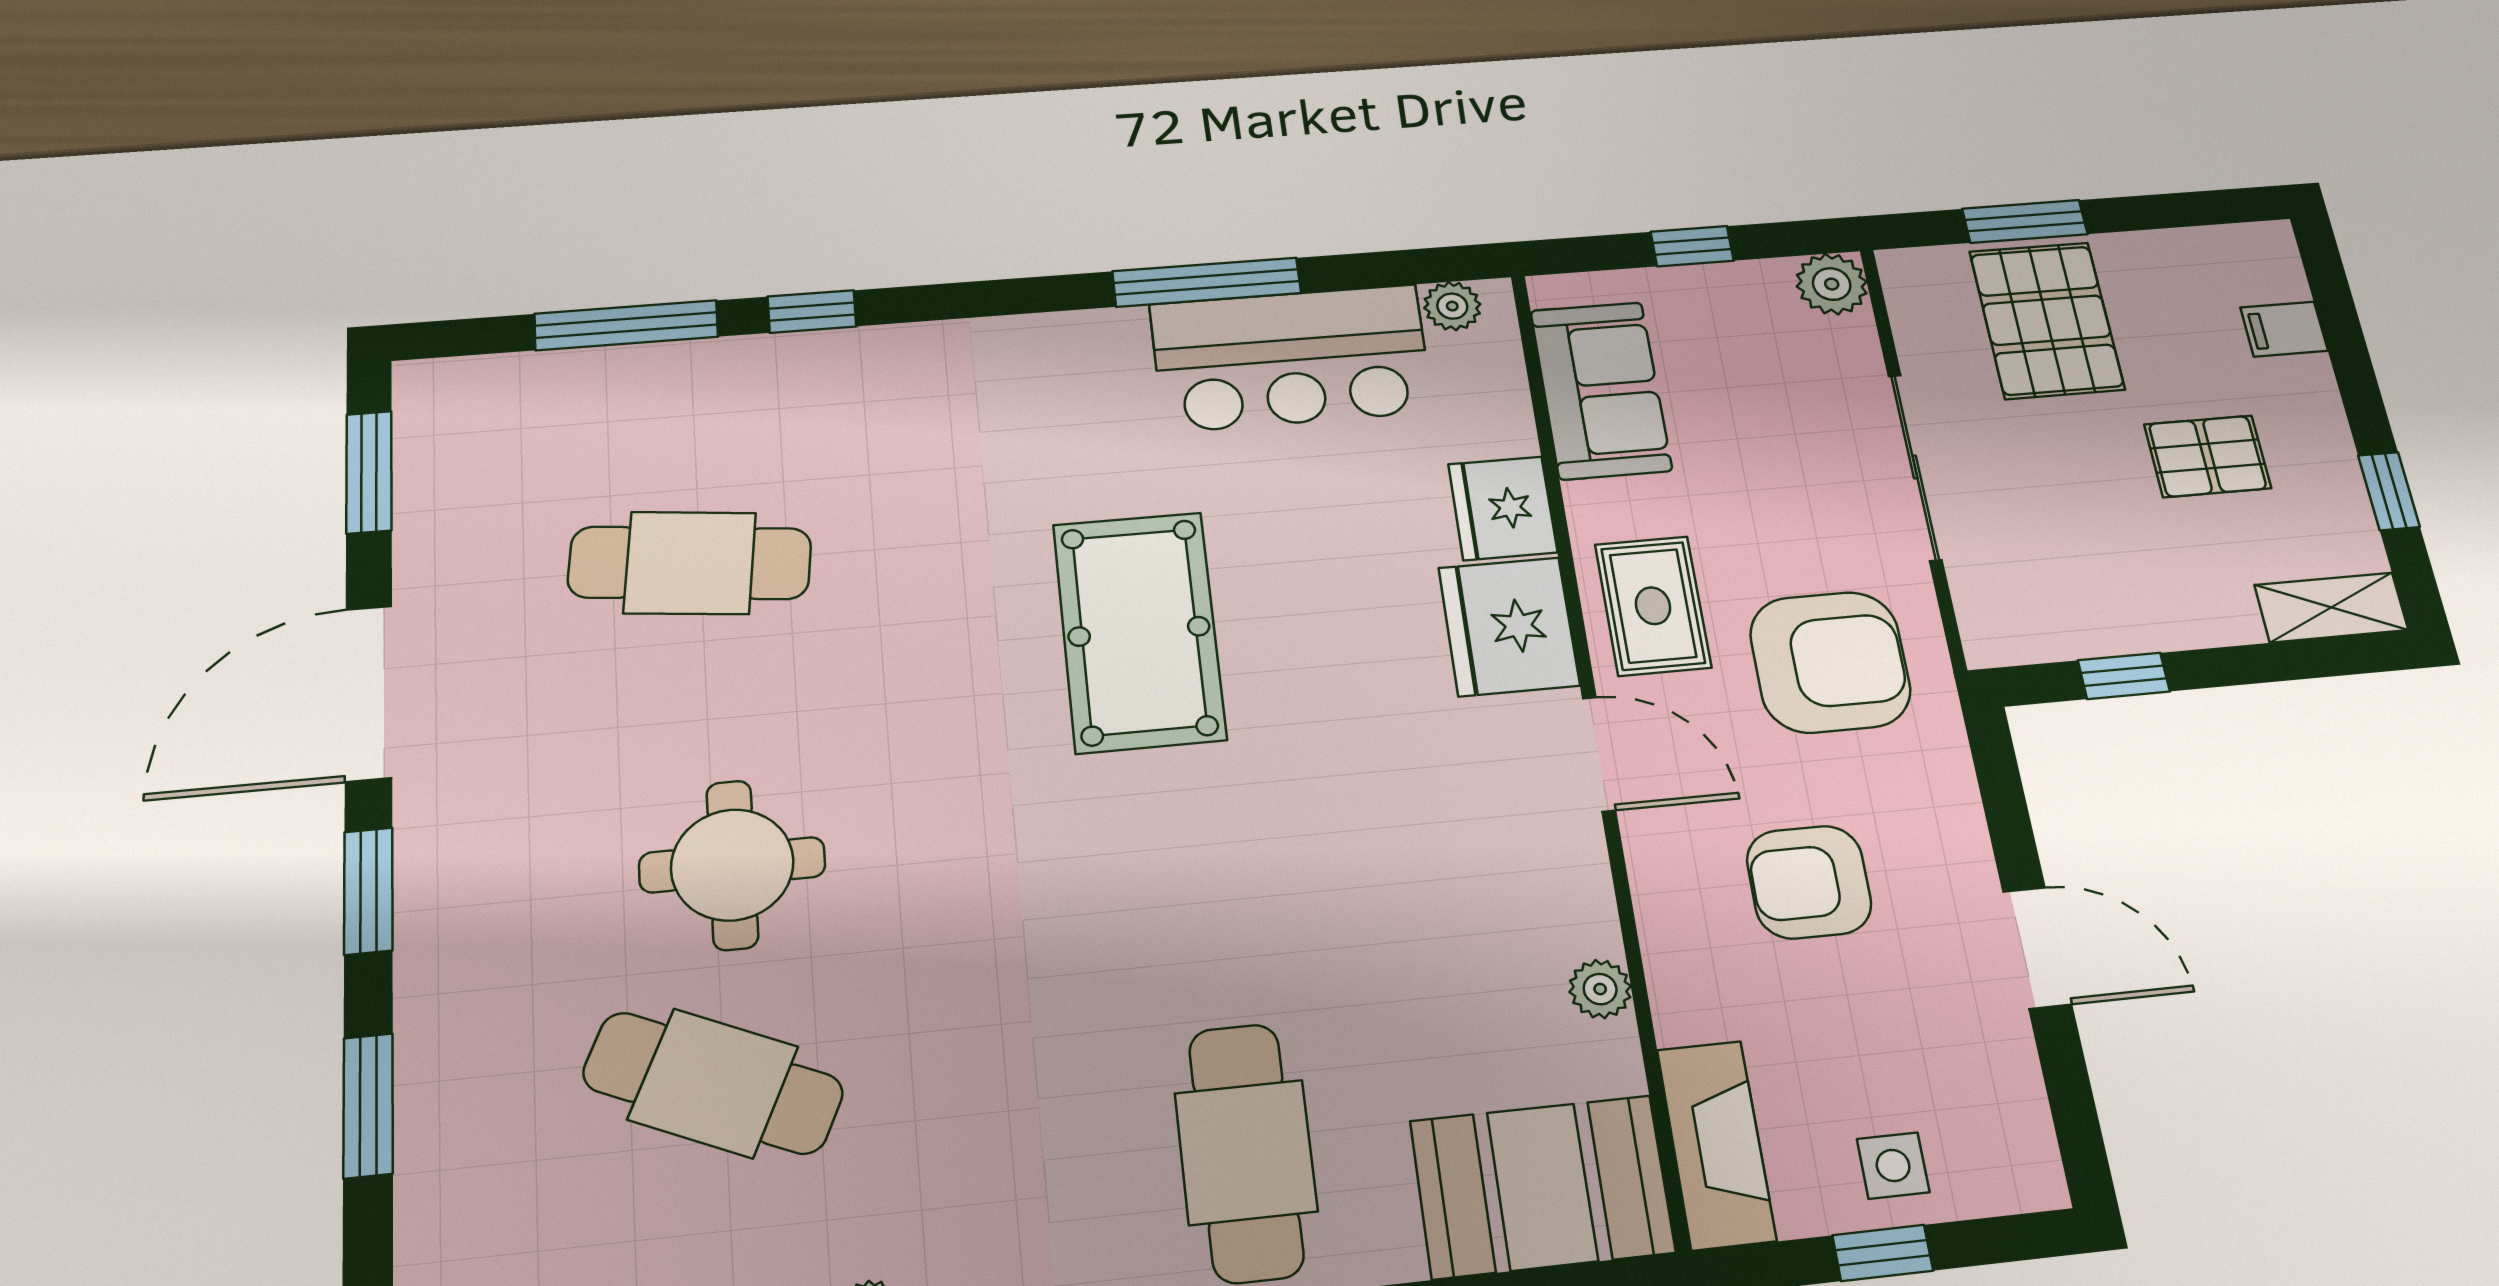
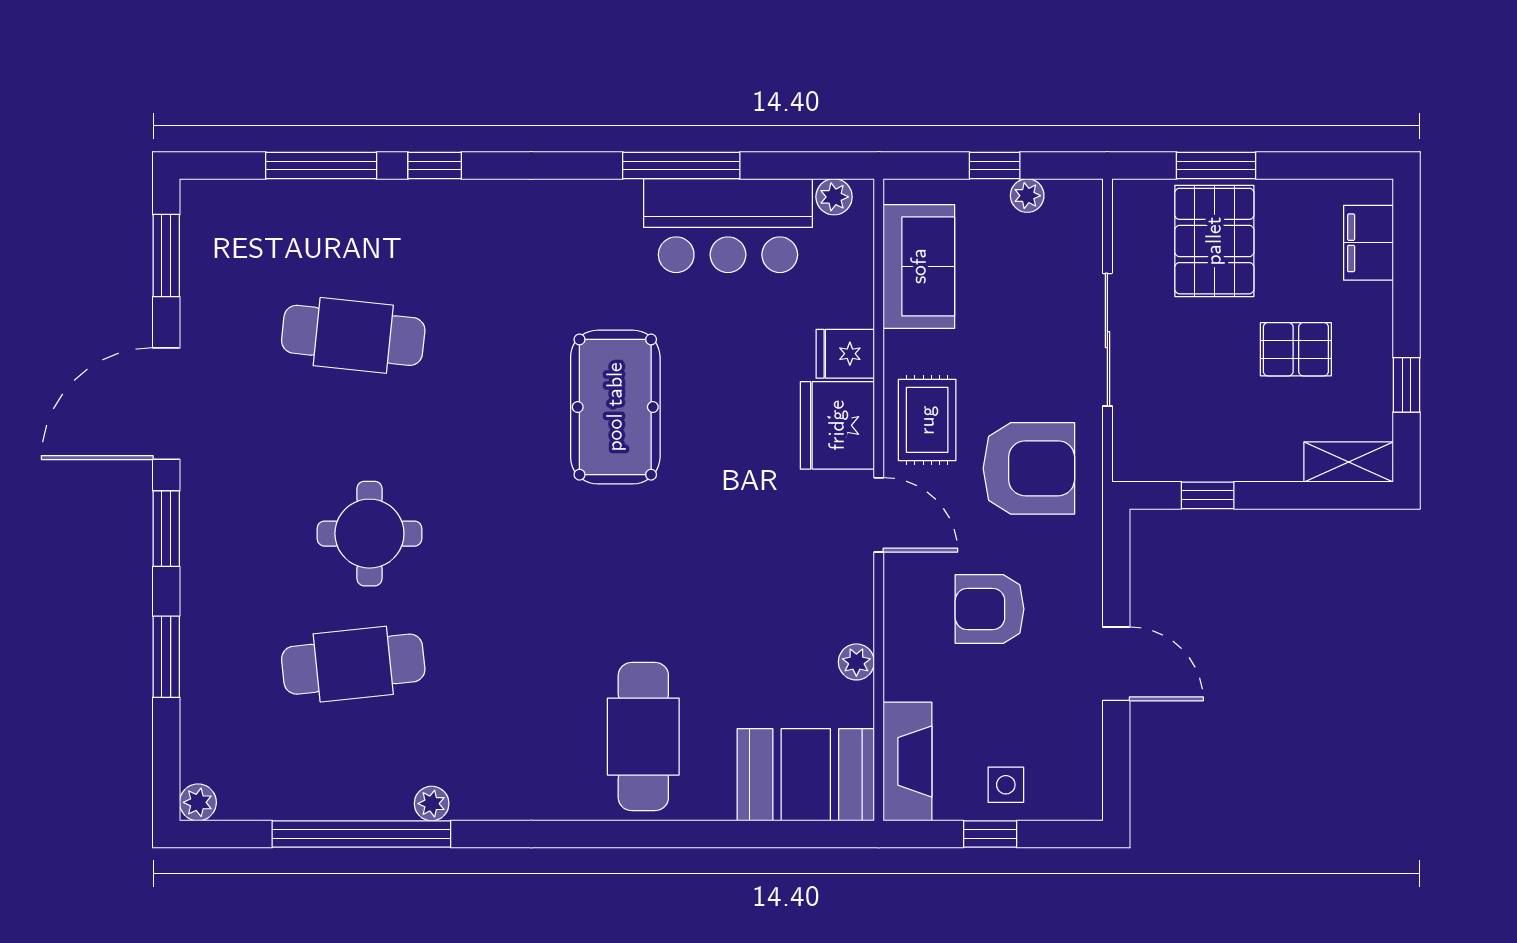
plant: (1832, 284) -> (1027, 196), moved, width x0.73, depth x0.73
filing cabinet: (2284, 329) -> (1368, 243), width x2.00
fridge: (1503, 508) -> (845, 354), width x0.72
cafe table: (713, 1083) -> (353, 664), turned -30

